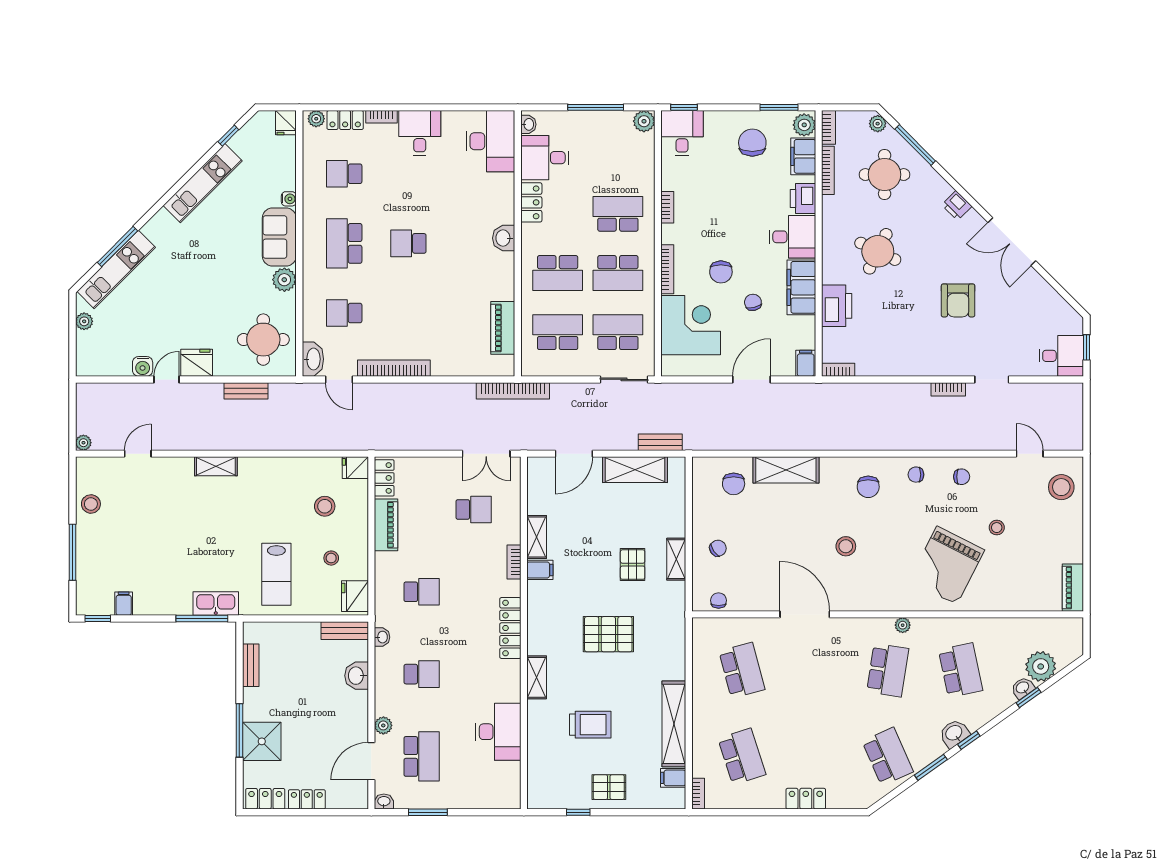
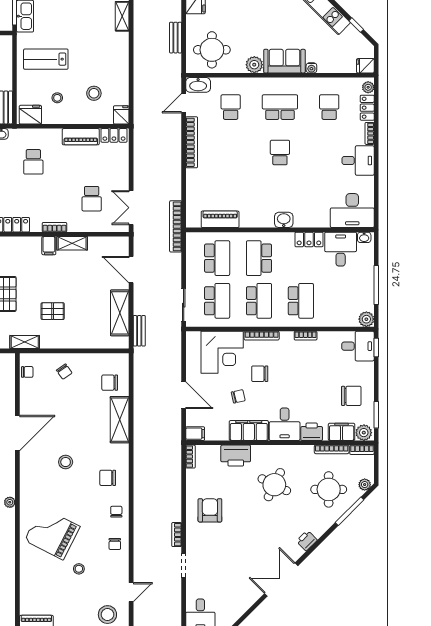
school desk: (618, 273) -> (259, 301), turned 180
armchair: (958, 300) -> (210, 510), moved, turned 90
shelving: (676, 559) -> (25, 342), moved

